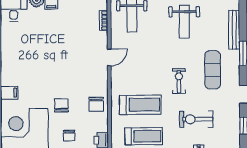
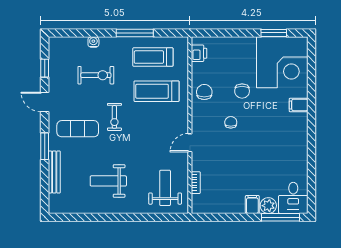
weight bench: (184, 22) -> (108, 181), turned -90
exercise mat: (213, 70) -> (78, 129), turned 90
chair: (69, 136) -> (231, 122), moved

